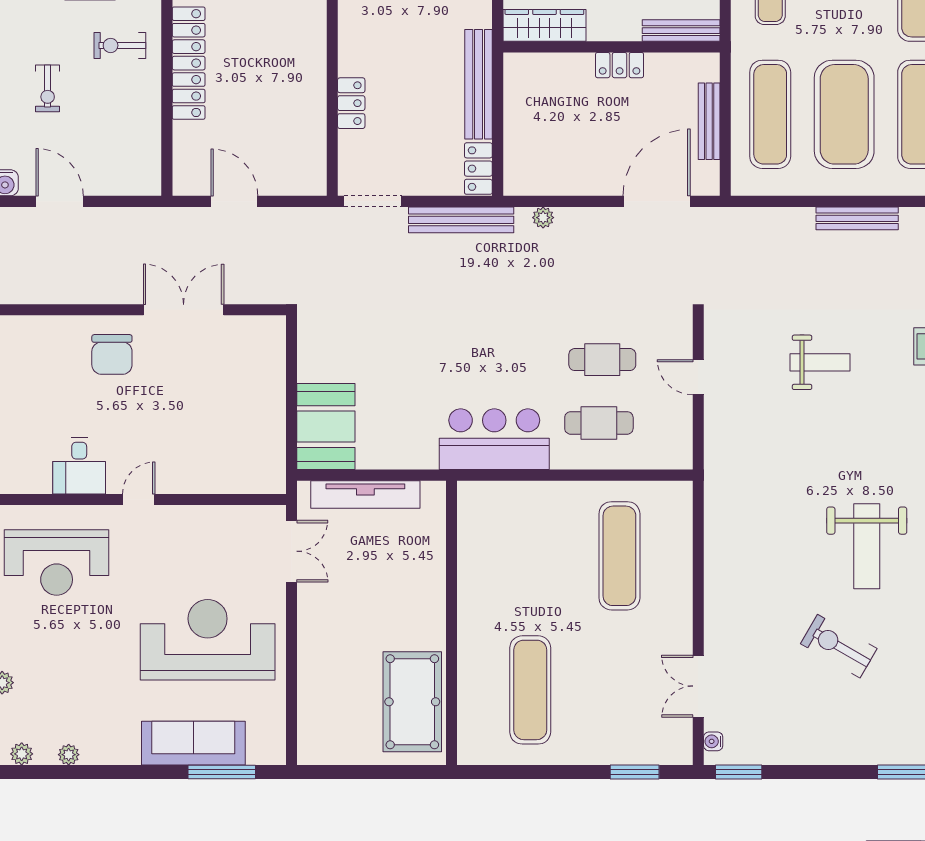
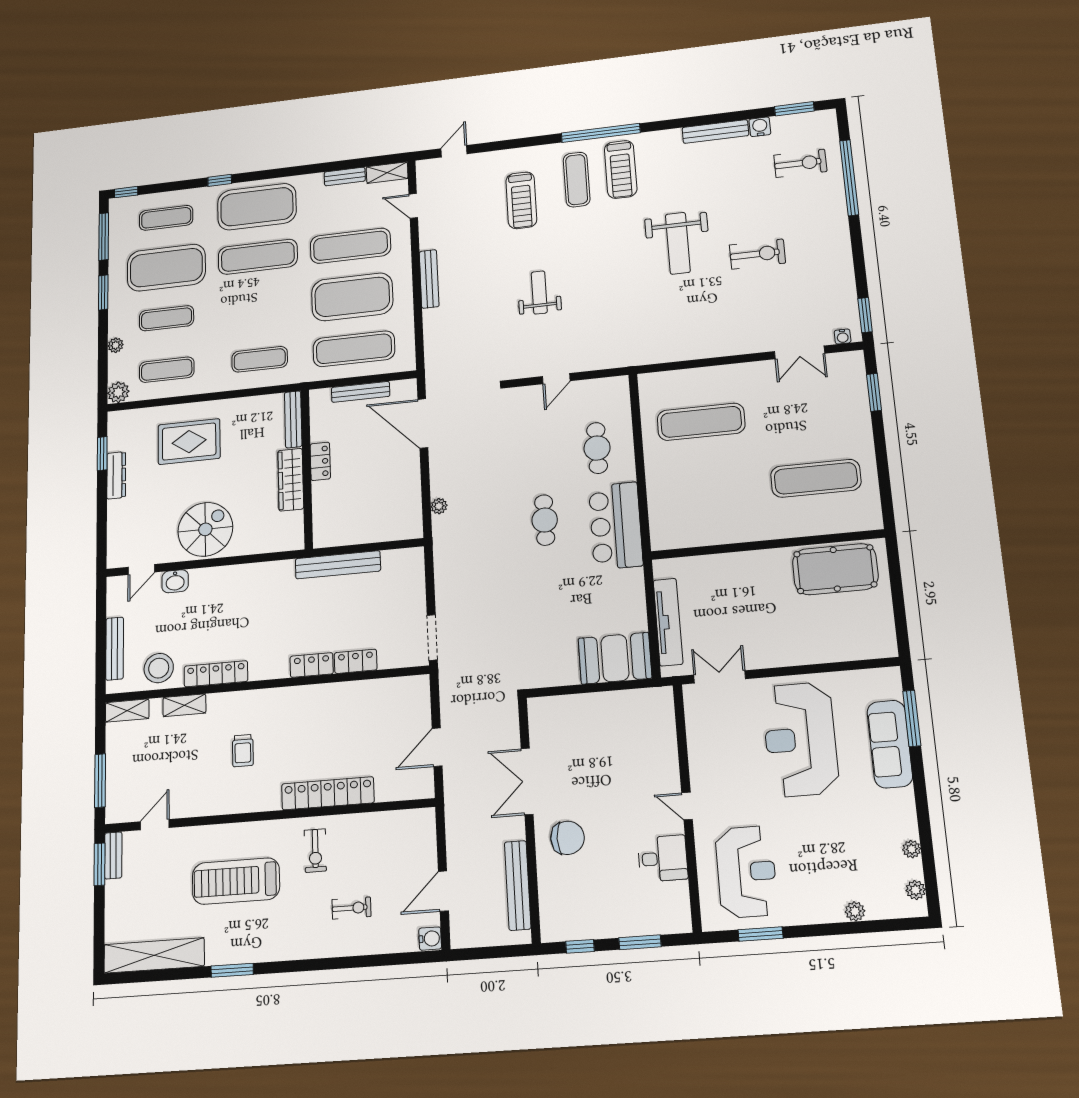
wardrobe: (544, 25) -> (291, 480), moved
locker: (478, 169) -> (312, 665), moved, turned 180
bench: (461, 220) -> (518, 885), moved
cafe table: (602, 360) -> (545, 520), moved
weight bench: (867, 546) -> (678, 243), turned 90
exercise bike: (839, 646) -> (757, 254), turned -120

